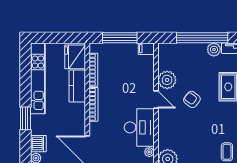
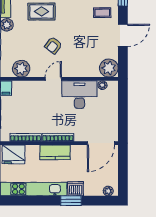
plant: (167, 80) -> (21, 69), moved
kitchen counter: (77, 86) -> (55, 152), moved
dishwasher: (38, 144) -> (76, 189), moved

